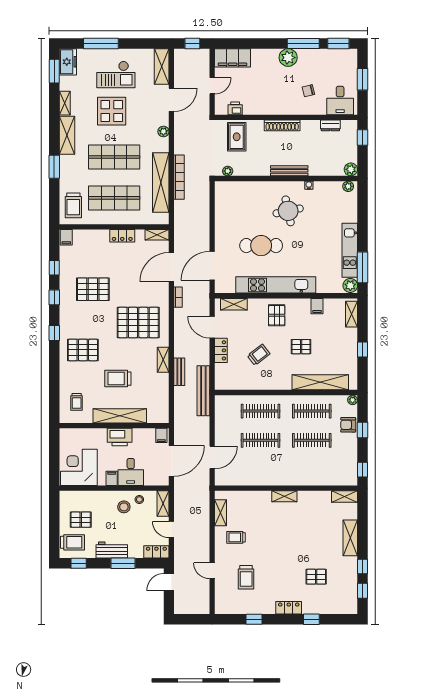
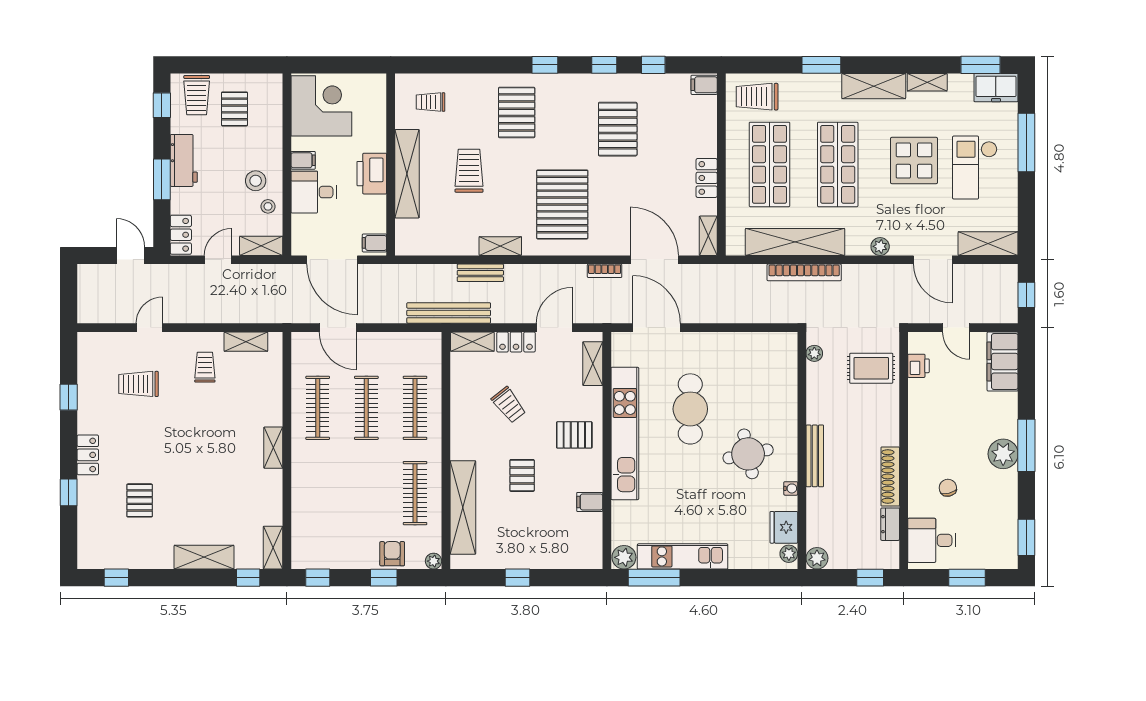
window: (303, 43) -> (1026, 445), moved
shoe rack: (282, 125) -> (890, 476), moved
fridge: (332, 189) -> (784, 527), added
shelving: (352, 314) -> (472, 342), moved
clothes rail: (312, 440) -> (318, 408), moved
window: (363, 567) -> (248, 578), moved

